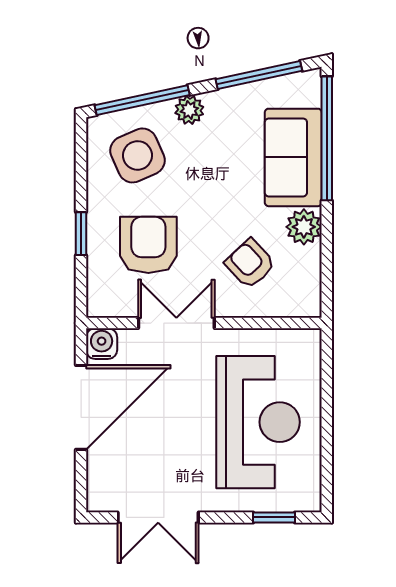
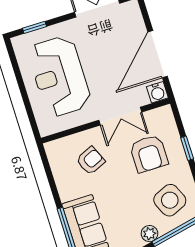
plant: (304, 227) -> (68, 190), removed
armchair: (250, 264) -> (91, 161), turned -71

